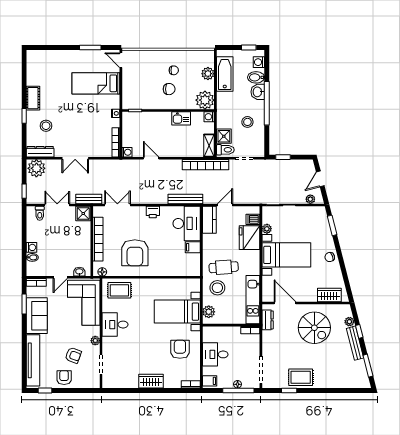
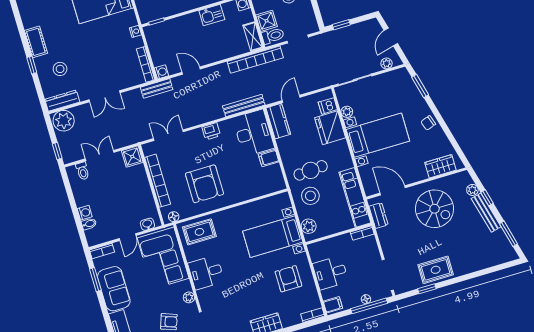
bench: (89, 199) -> (157, 88), moved

